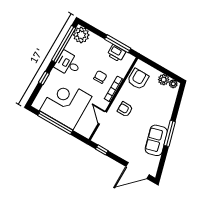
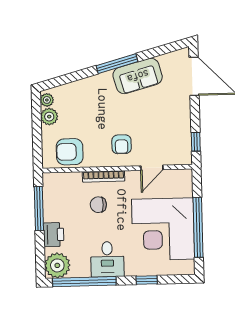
printer: (116, 53) -> (54, 235), moved

